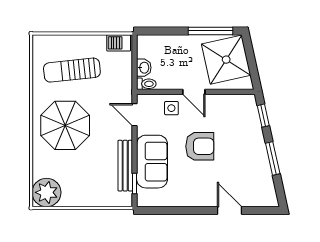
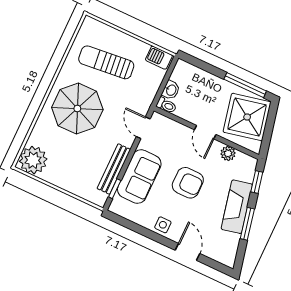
plant: (224, 102) -> (228, 153), added
side table: (171, 108) -> (163, 225), moved
fireplace: (256, 147) -> (237, 207), added

